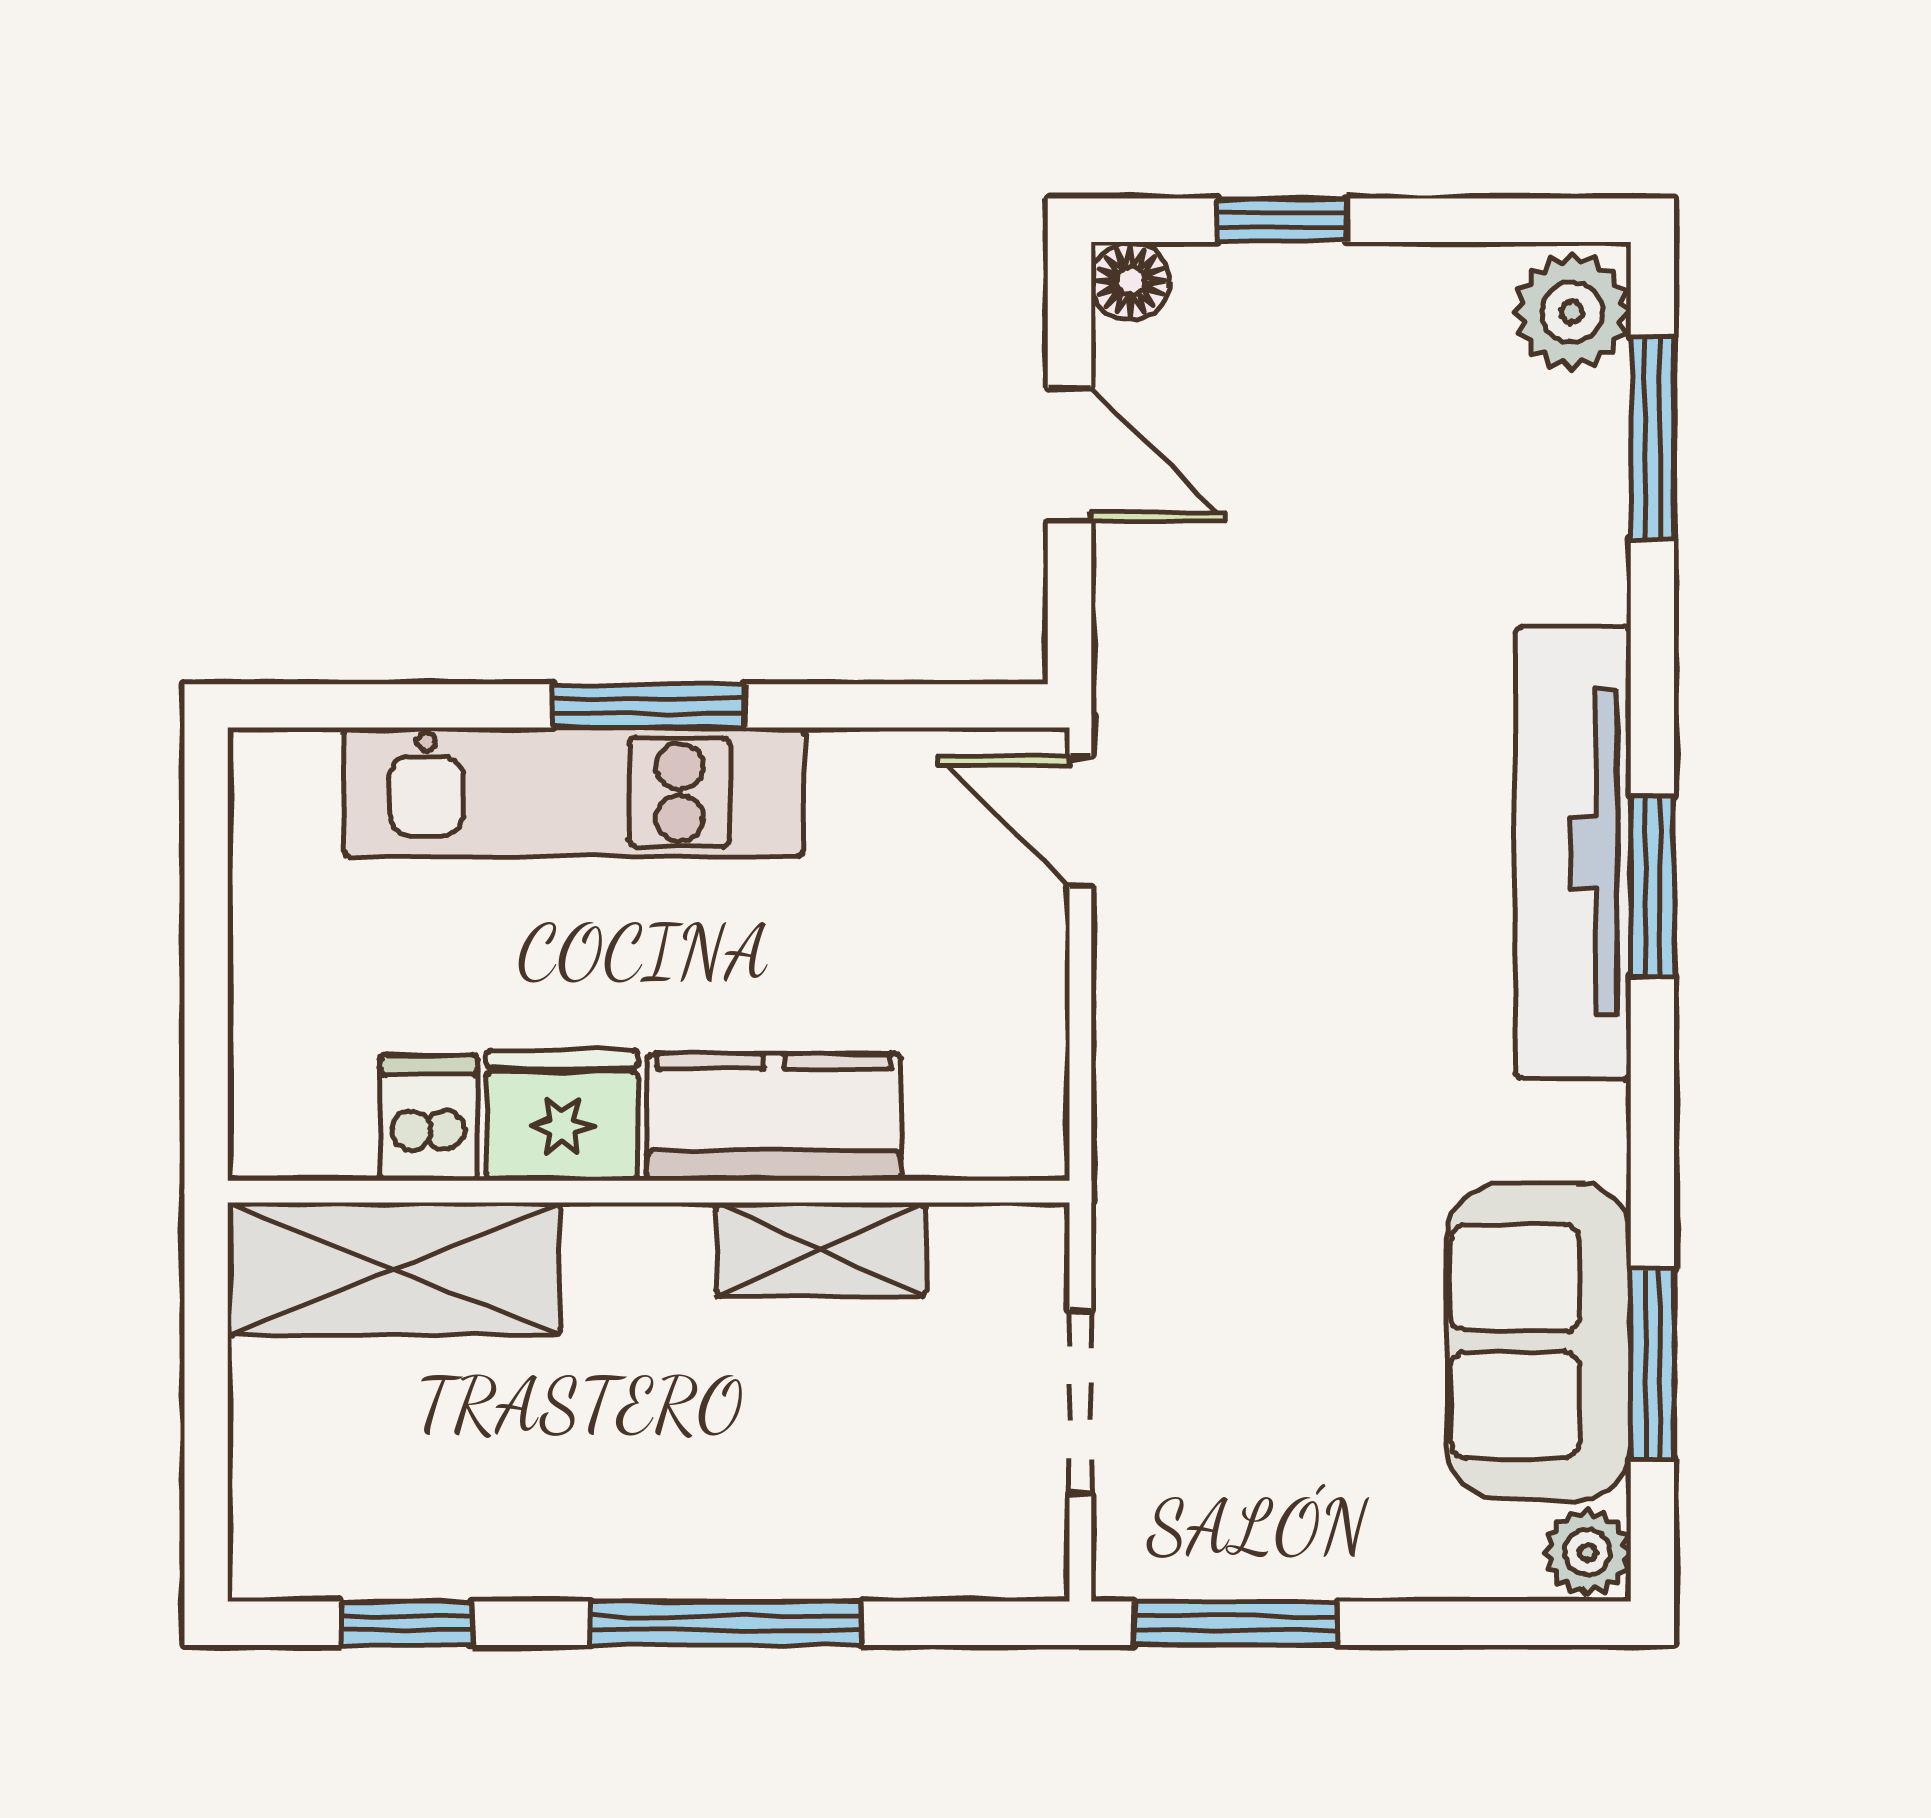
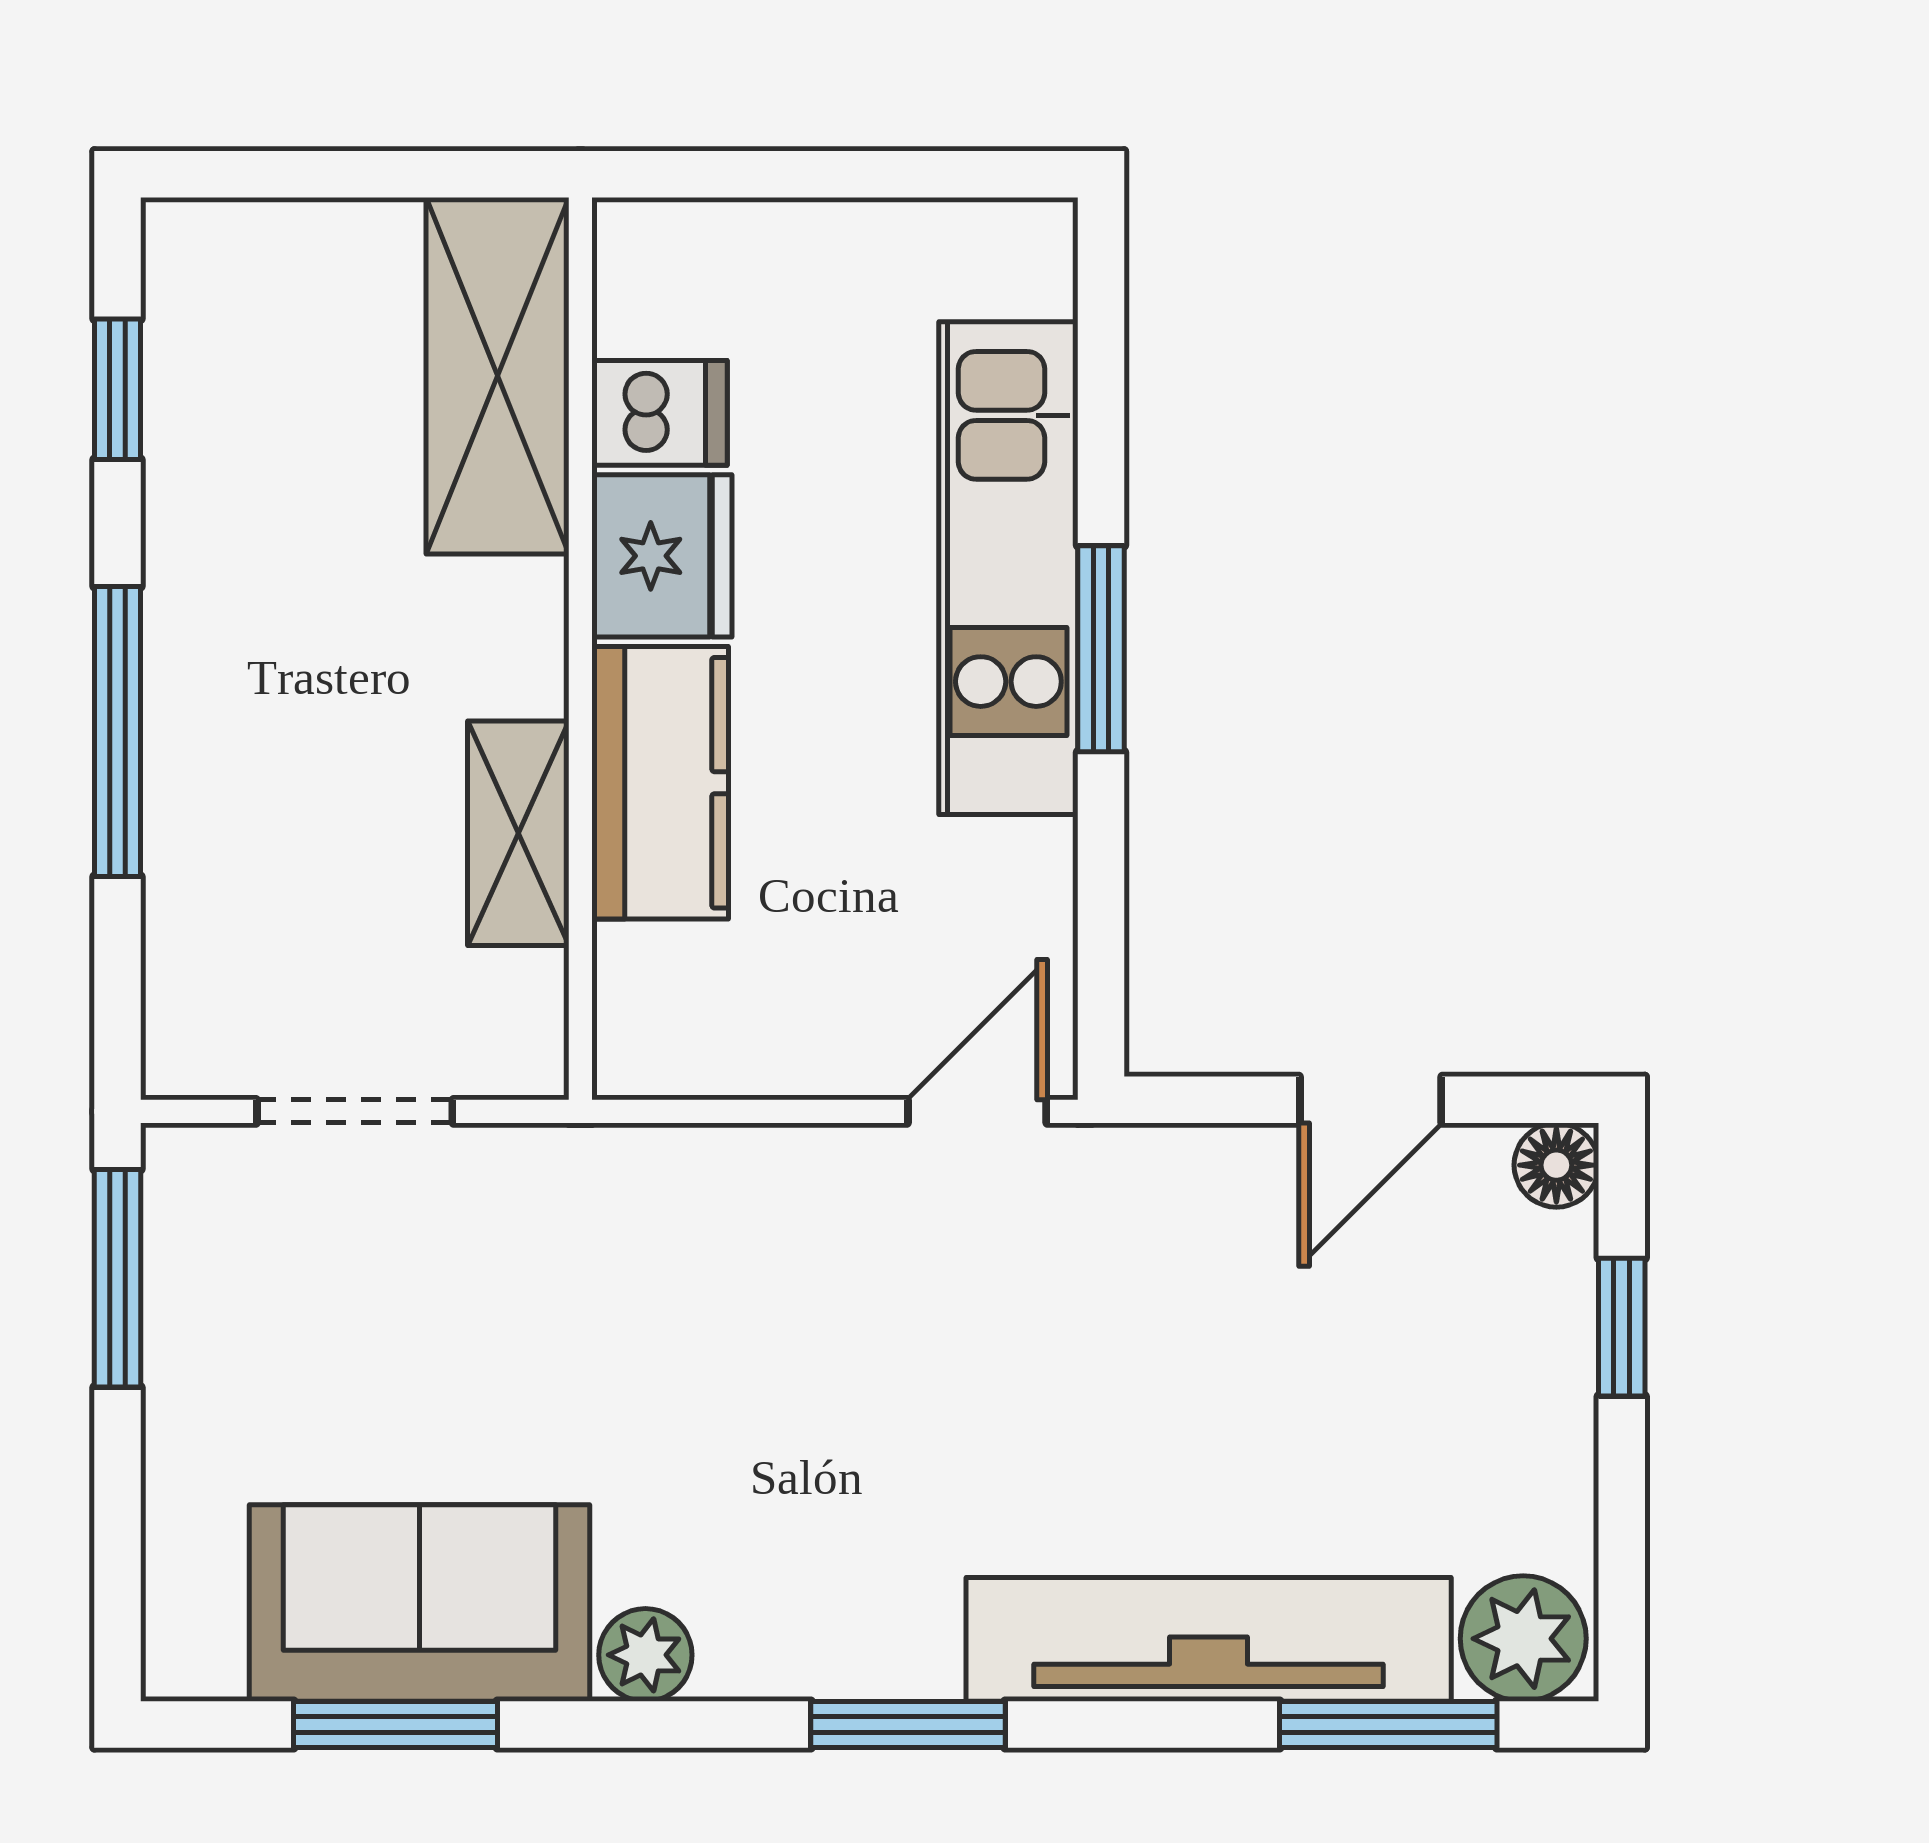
tv unit: (1573, 853) -> (1209, 1639), moved
plant: (1587, 1552) -> (645, 1655), moved

